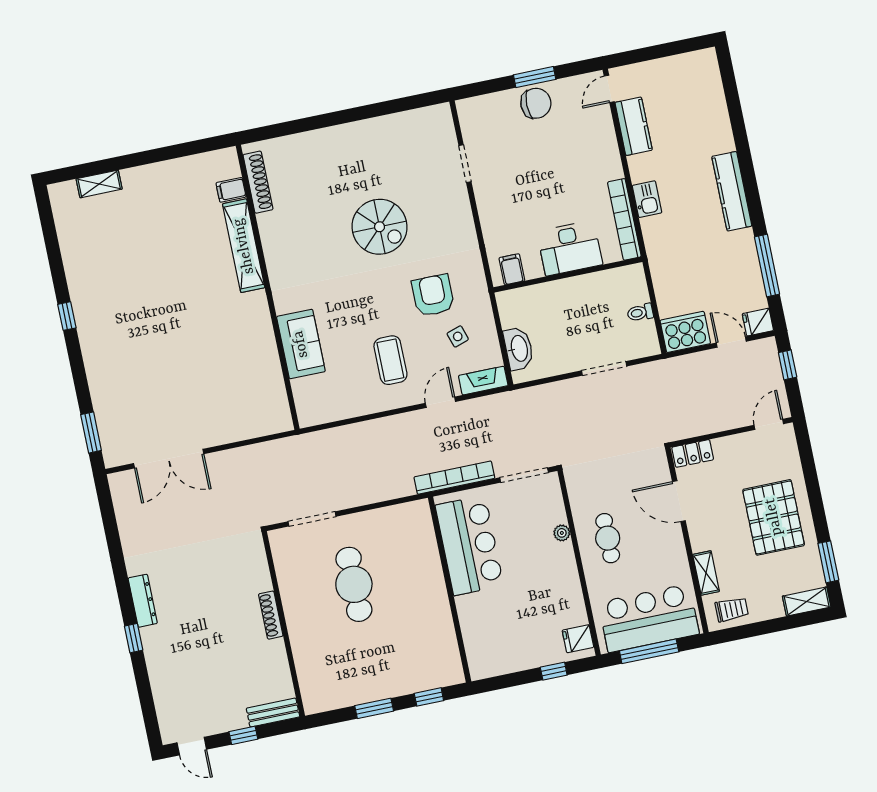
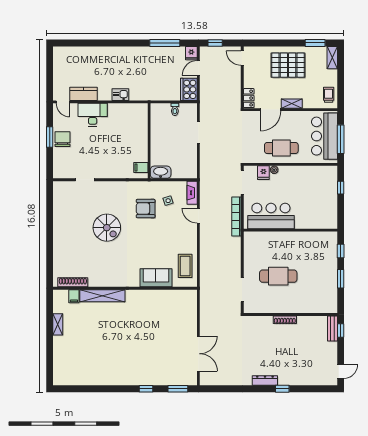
shelving: (99, 184) -> (58, 324), moved
kitchen counter: (732, 191) -> (125, 53), removed
bookcase: (624, 219) -> (128, 108), removed
spiral stairs: (380, 227) -> (107, 228), turned 90
desk: (570, 248) -> (93, 115), moved, turned -90
window: (67, 316) -> (146, 389), moved
washbasin: (519, 349) -> (161, 172), moved
coffee table: (390, 360) -> (185, 266), moved, turned 90
cafe table: (608, 538) -> (281, 148), width x1.37, depth x1.35
shelving: (706, 573) -> (292, 104), moved
fridge: (578, 639) -> (263, 173), moved
window: (243, 735) -> (341, 331), moved

